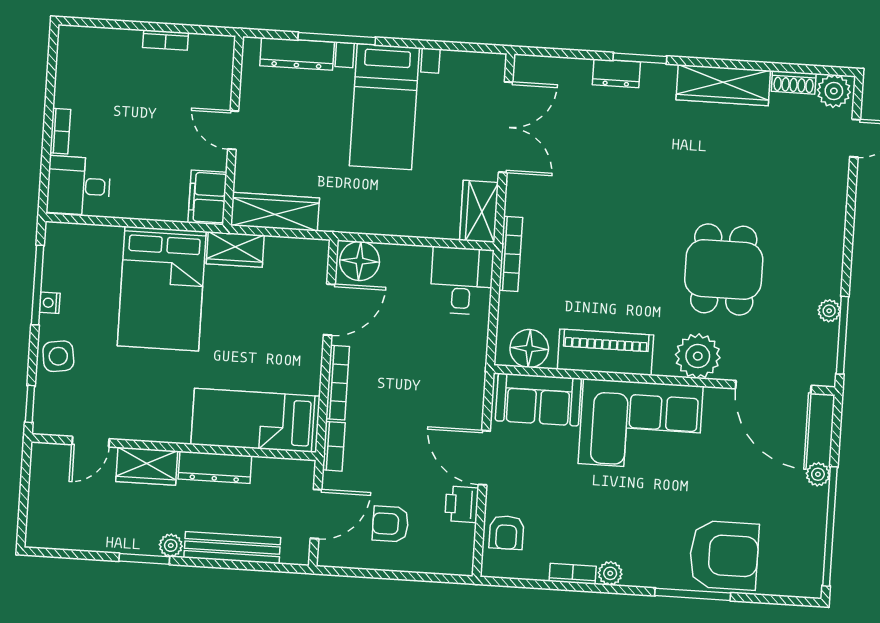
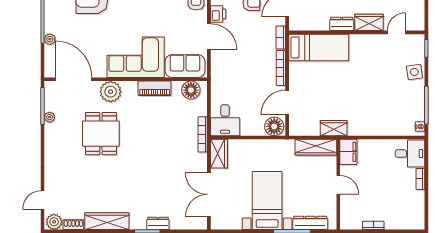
bed: (162, 289) -> (367, 107), removed
nightstand: (50, 303) -> (420, 127), moved
piano: (605, 352) -> (155, 88), width x0.73, depth x0.75
dresser: (215, 467) -> (342, 24), width x0.70

